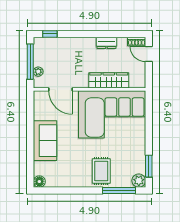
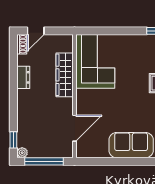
plant: (38, 72) -> (22, 153), moved
corner sofa: (112, 114) -> (95, 61), width x0.73, depth x0.74

